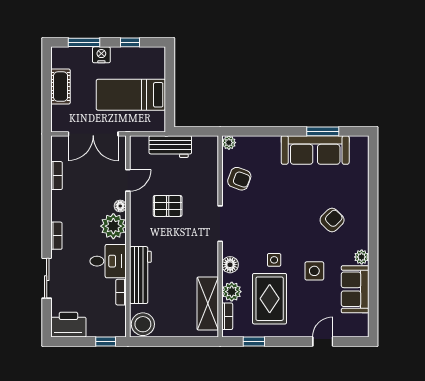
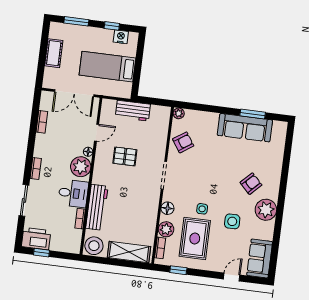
nightstand: (101, 55) -> (121, 37), moved
armchair: (239, 179) -> (183, 142), turned -54
plant: (362, 257) -> (266, 210), width x1.87, depth x1.87
sofa: (355, 289) -> (260, 259), moved
shelving: (208, 304) -> (129, 252), moved, turned 90
window: (106, 341) -> (42, 253), moved

